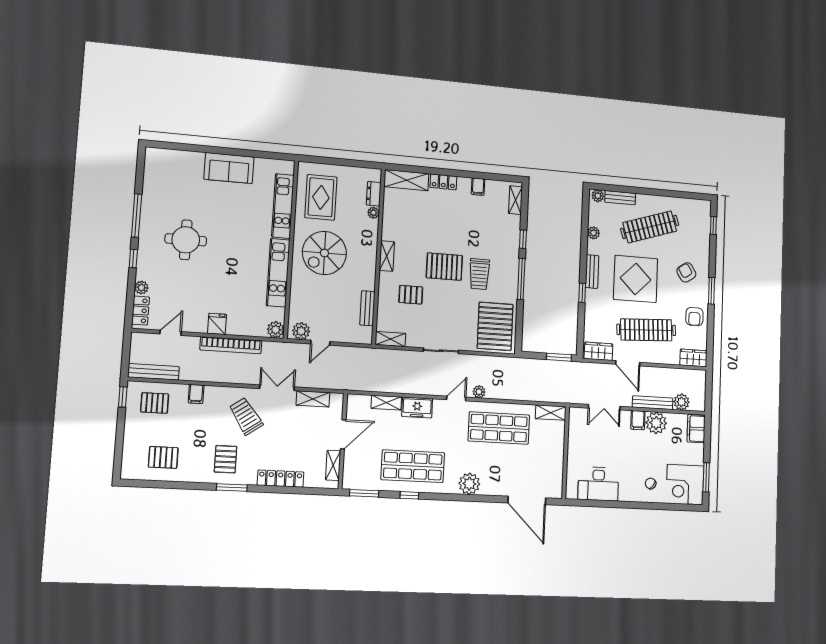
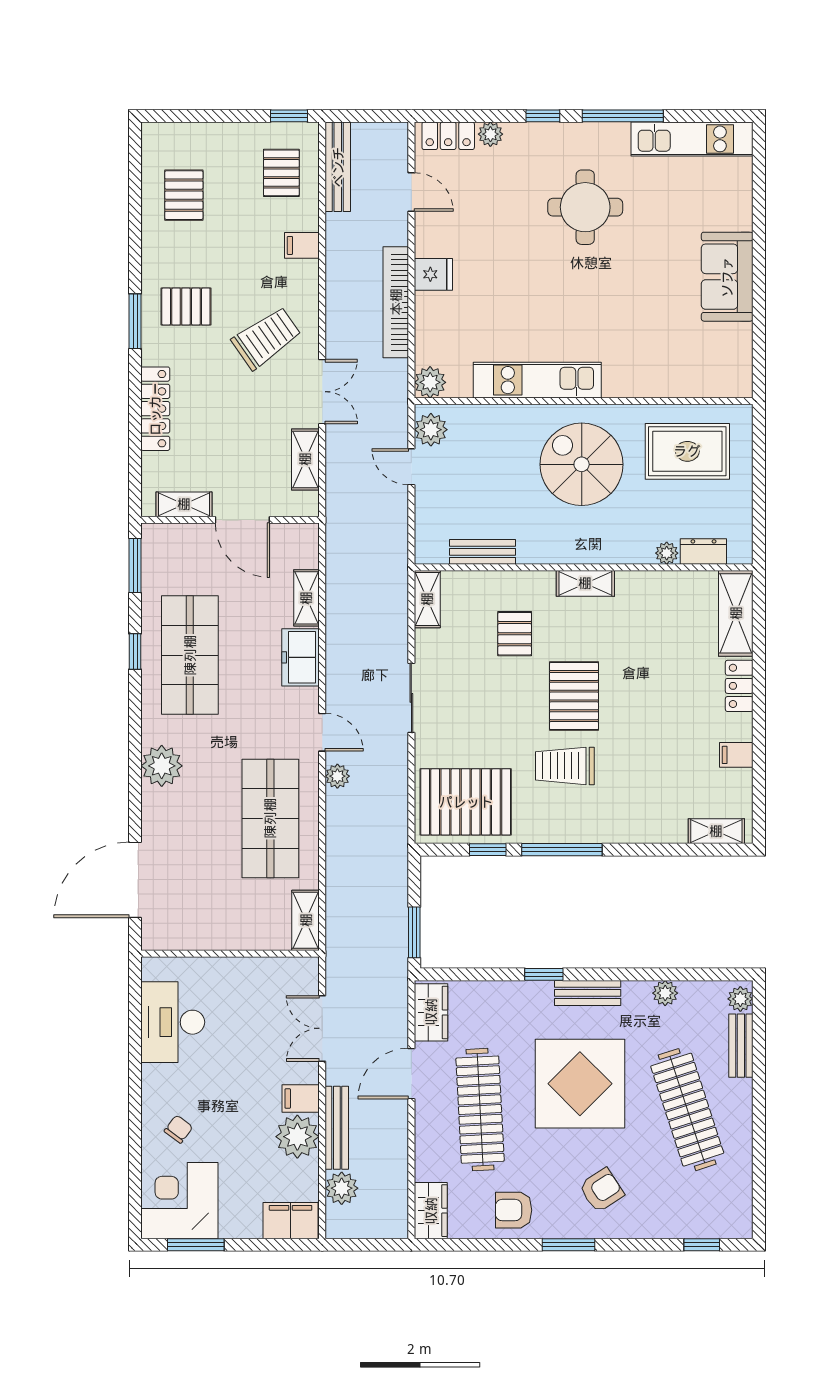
kitchen unit: (283, 206) -> (692, 139), moved, turned 180
window: (523, 239) -> (488, 850), moved

